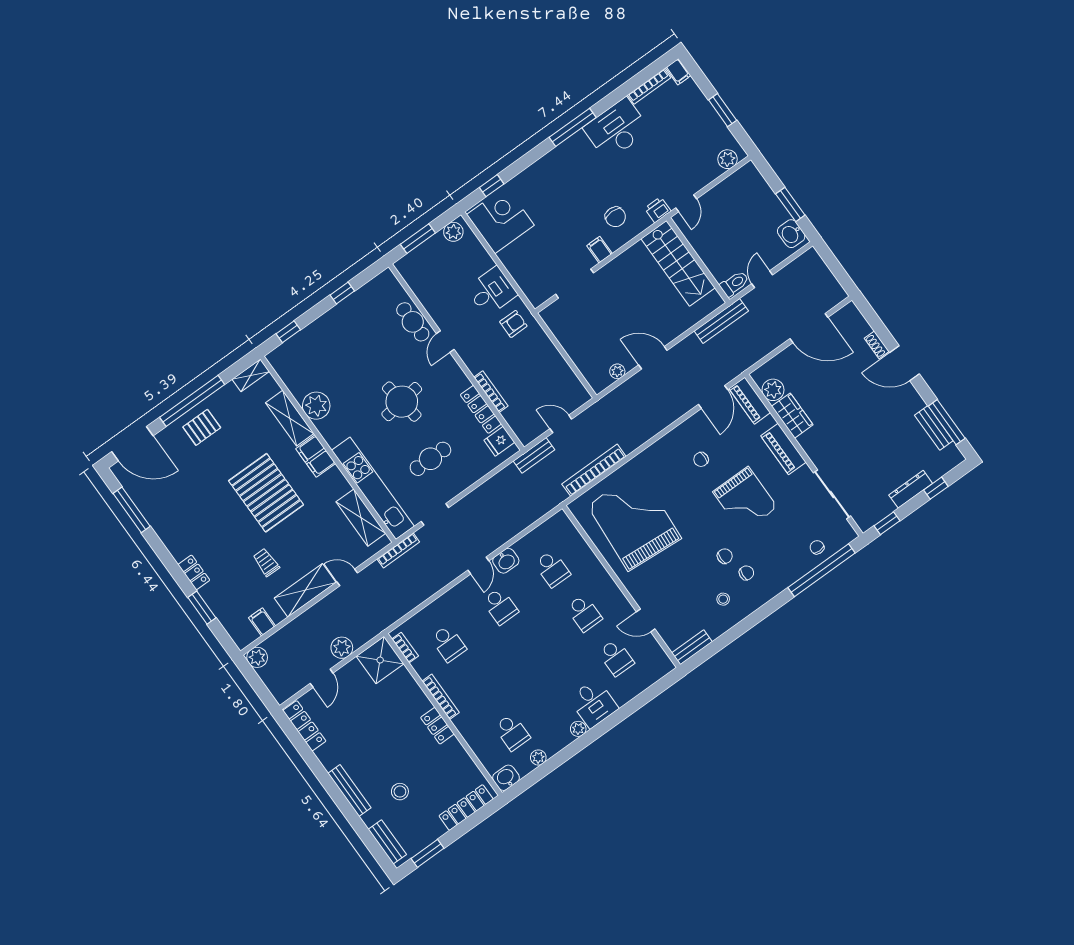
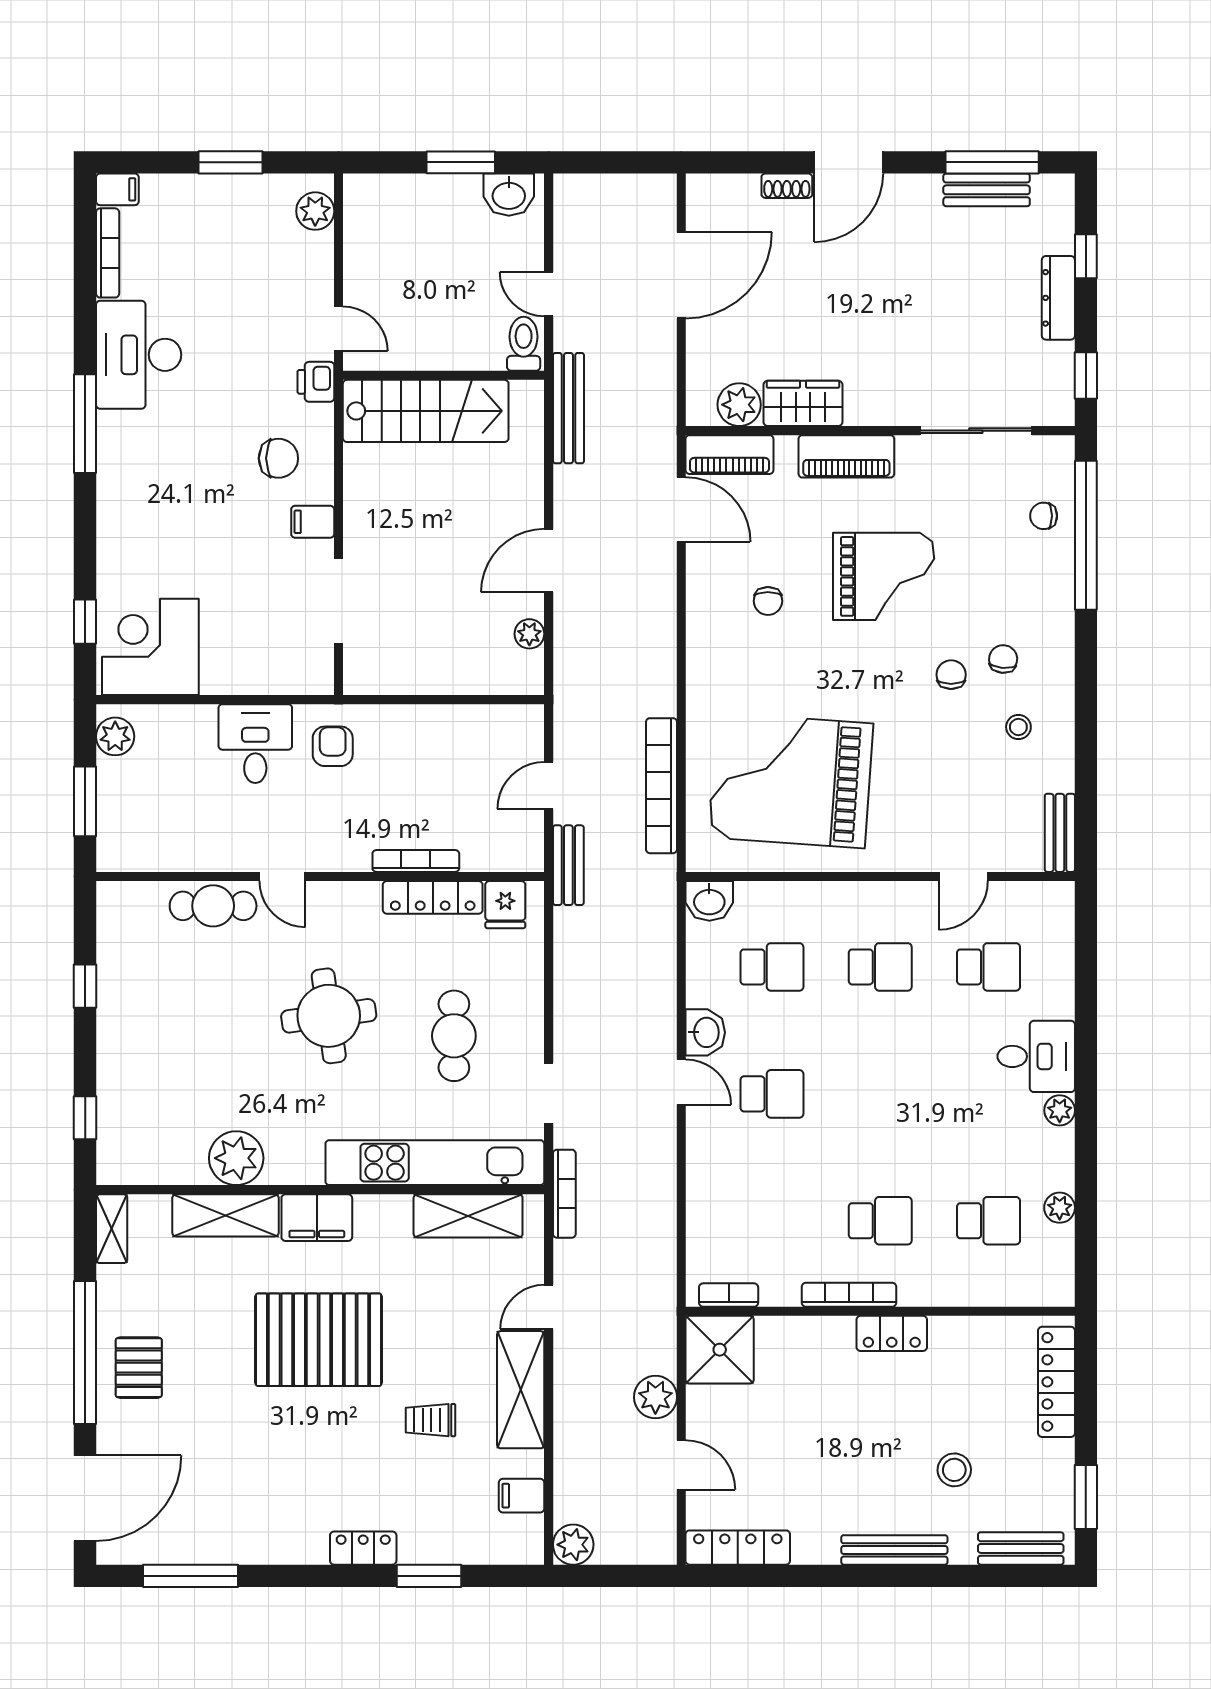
school desk: (448, 643) -> (880, 1221), moved
washbasin: (506, 778) -> (709, 901), moved, turned -90

